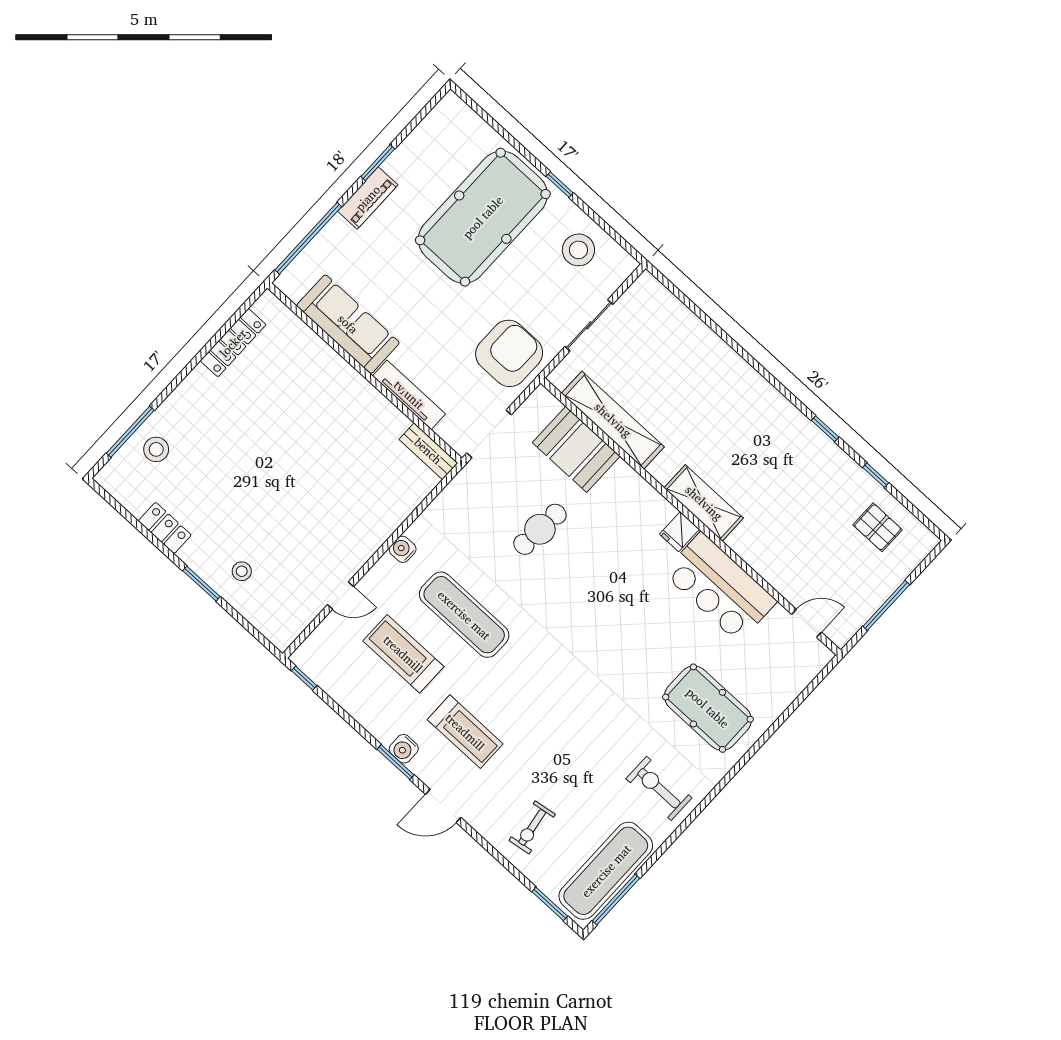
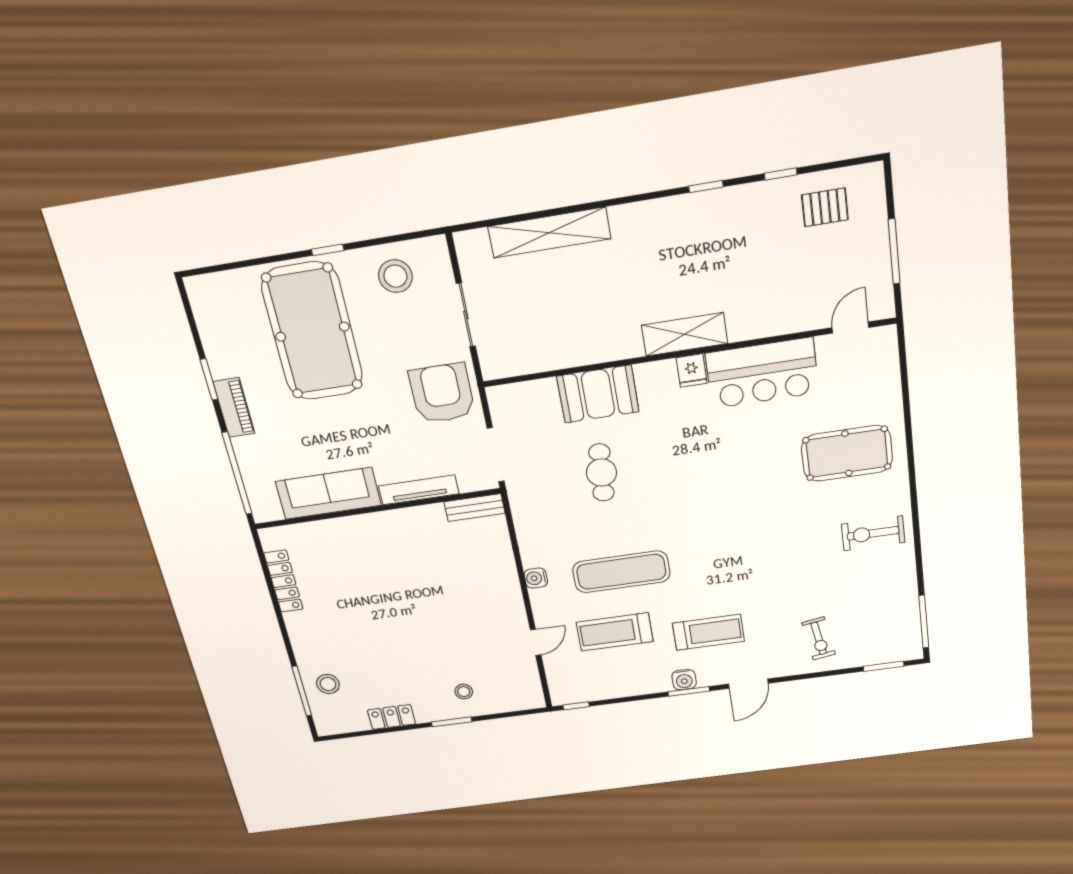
shelving: (613, 420) -> (549, 233), moved
booth: (576, 449) -> (598, 394), moved
exercise mat: (606, 871) -> (897, 613), removed

